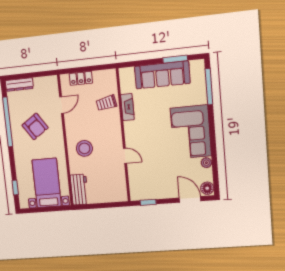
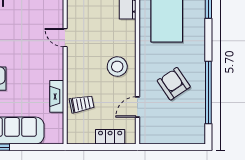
dresser: (19, 85) -> (188, 137), removed
stool: (84, 148) -> (117, 67), moved

